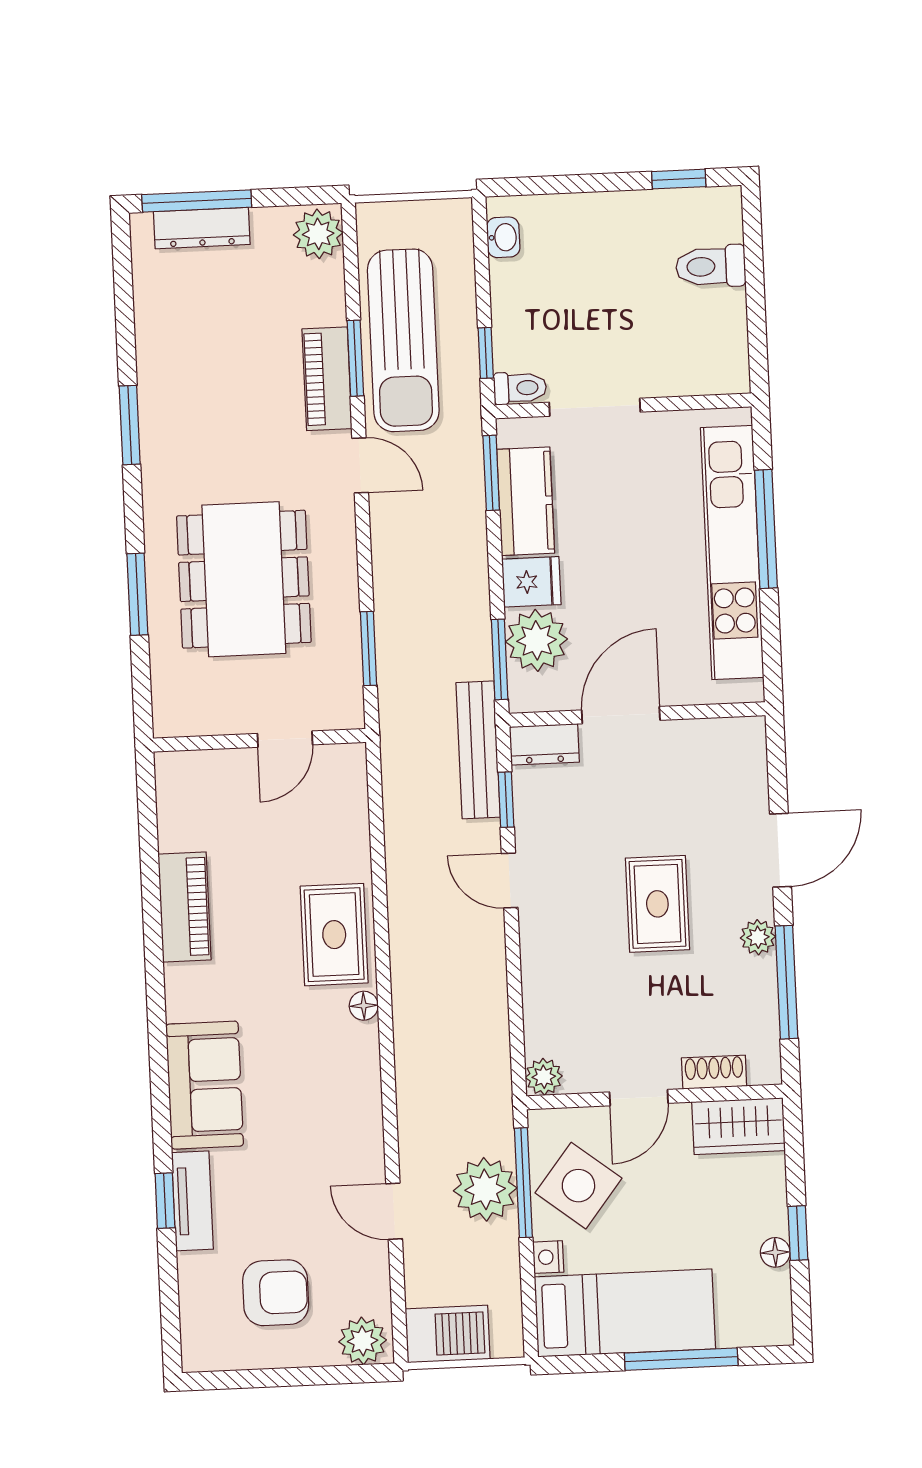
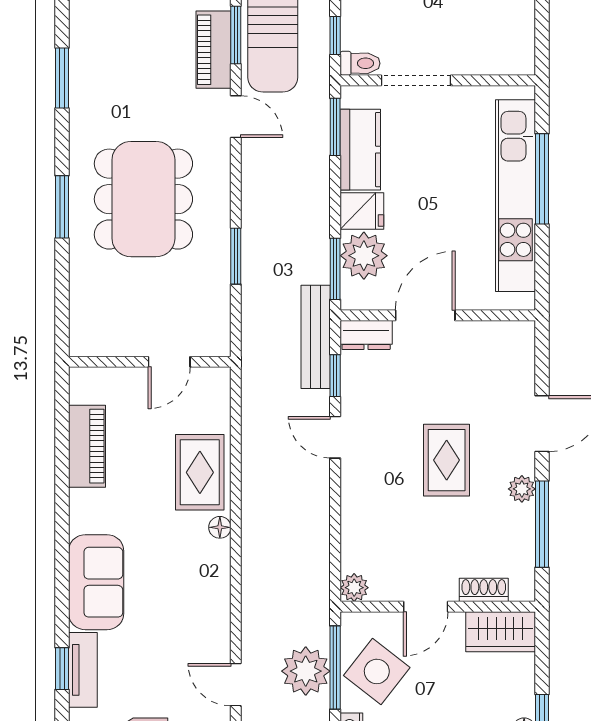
door: (285, 739) -> (169, 362), moved
wall: (259, 740) -> (150, 362), moved

